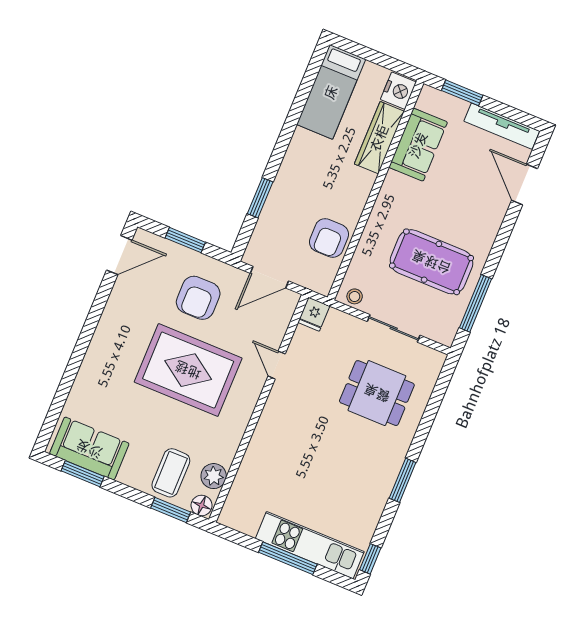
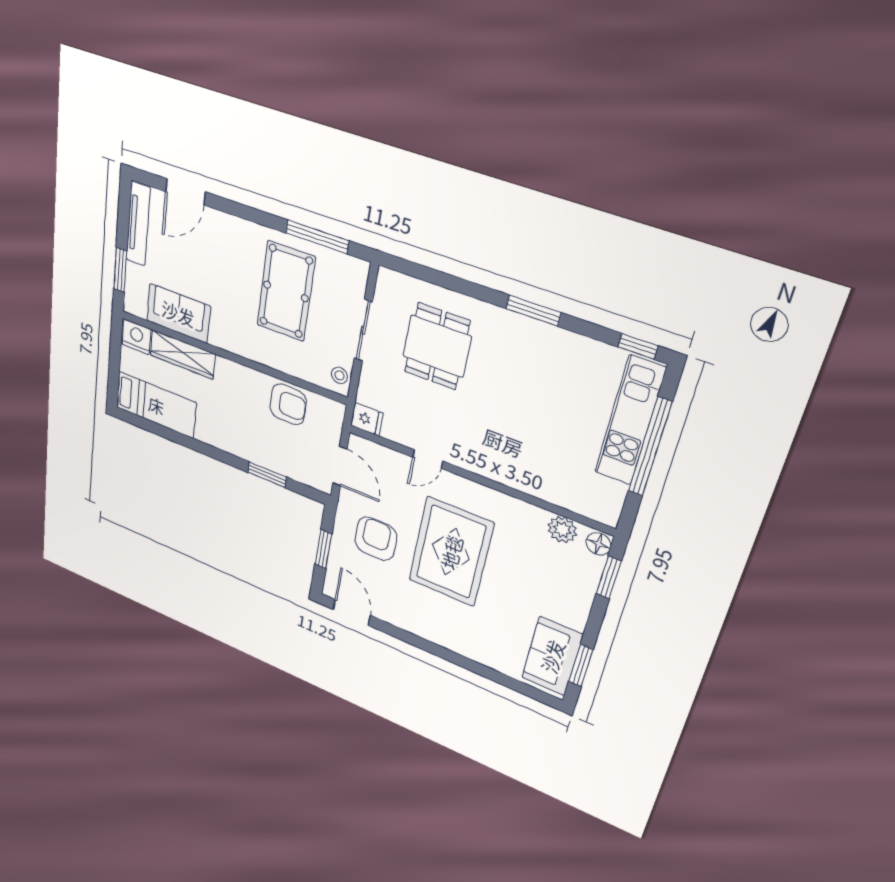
armchair: (198, 298) -> (376, 539), turned -90
coffee table: (171, 473) -> (566, 575), removed
window: (288, 558) -> (650, 447), width x1.46

